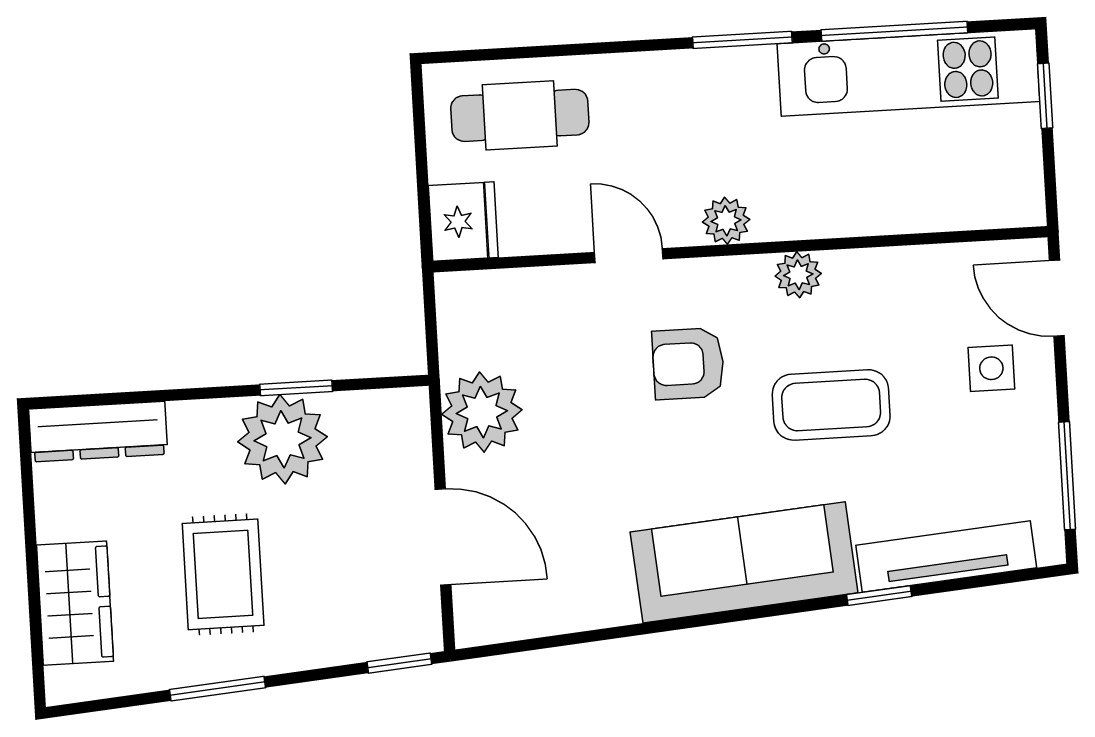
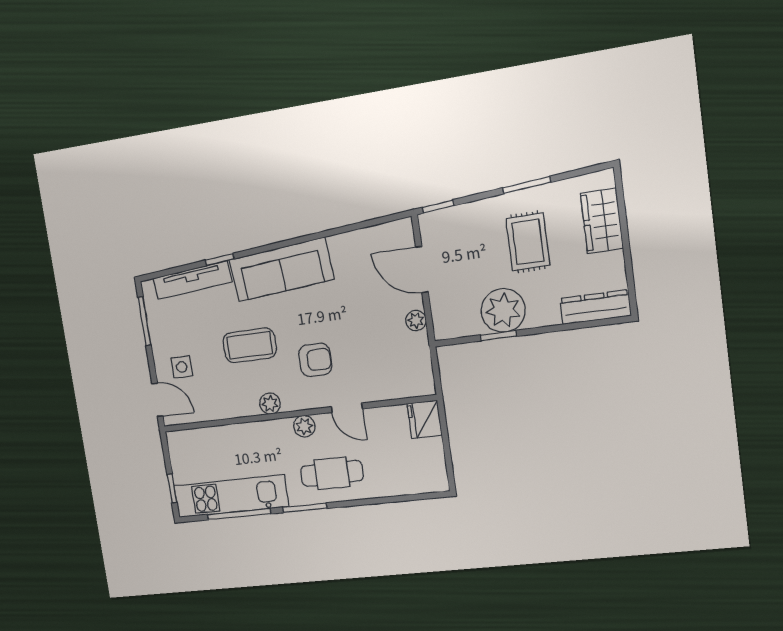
cafe table: (520, 115) -> (332, 473), moved
plant: (482, 412) -> (416, 320), width x0.53, depth x0.53

